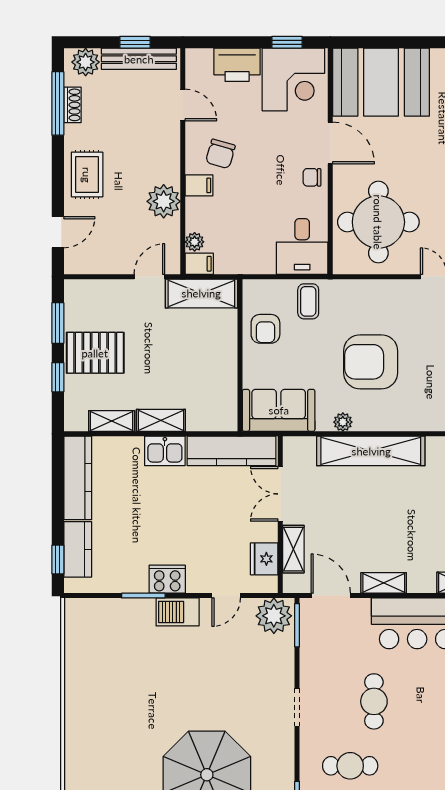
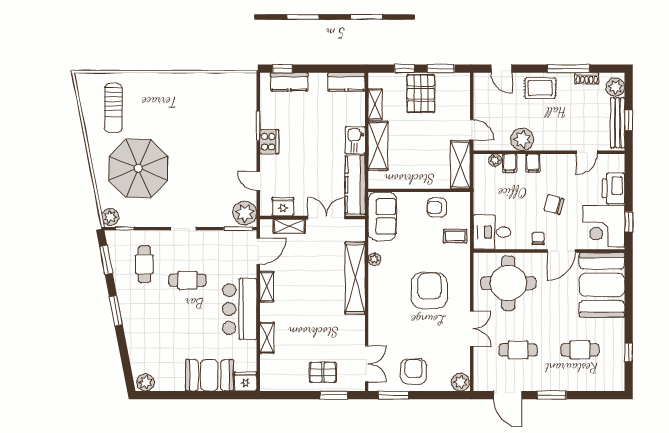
window: (58, 103) -> (568, 69), moved
chair: (220, 154) -> (554, 204), moved
filing cabinet: (199, 264) -> (510, 163), moved
armchair: (371, 362) -> (429, 290), moved
shelving: (161, 420) -> (378, 146), width x1.50, depth x1.33
kitchen counter: (78, 478) -> (346, 82), width x0.67
barbecue: (178, 612) -> (247, 149), removed

